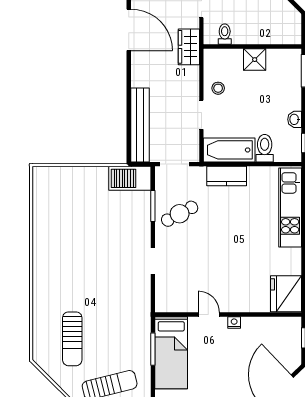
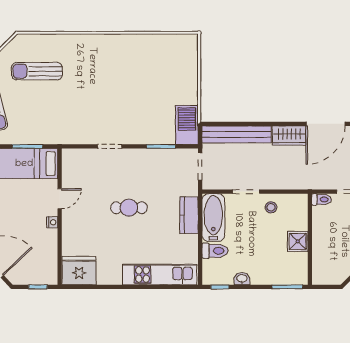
toilet: (225, 34) -> (321, 200), moved
wardrobe: (189, 47) -> (289, 136), moved, turned 180
cafe table: (180, 214) -> (129, 208), moved, turned -62

